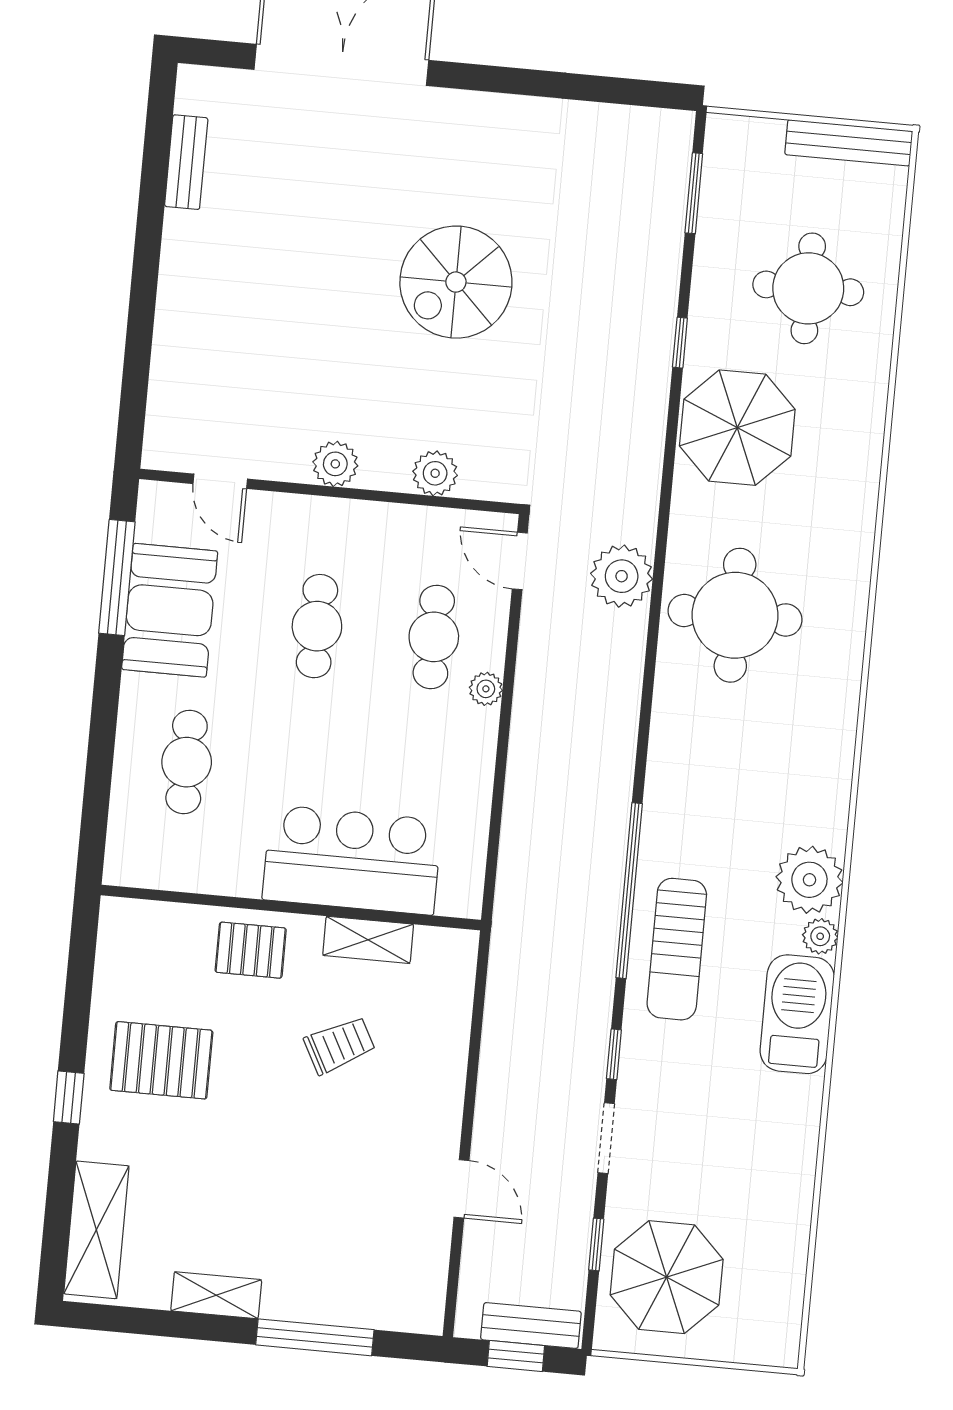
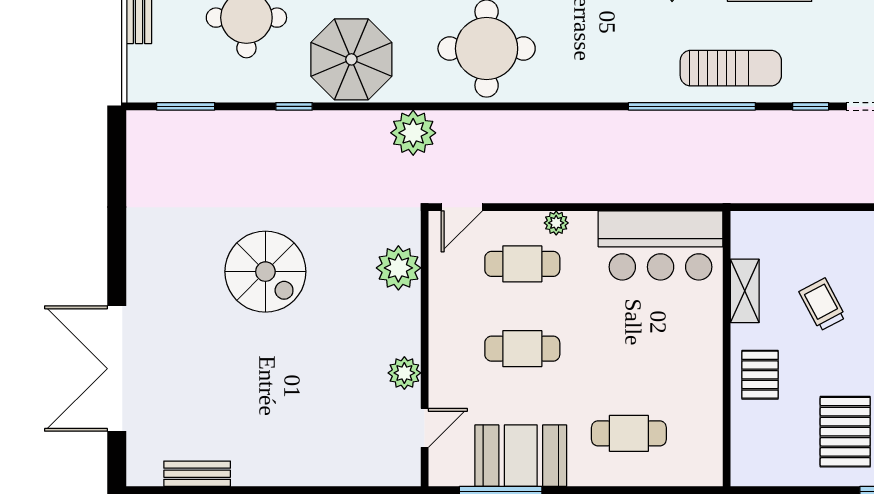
plant: (335, 464) -> (404, 373), moved
plant: (435, 473) -> (398, 268), width x1.36, depth x1.36
plant: (622, 576) -> (413, 133), moved
bar counter: (352, 860) -> (661, 245), moved, turned -90

